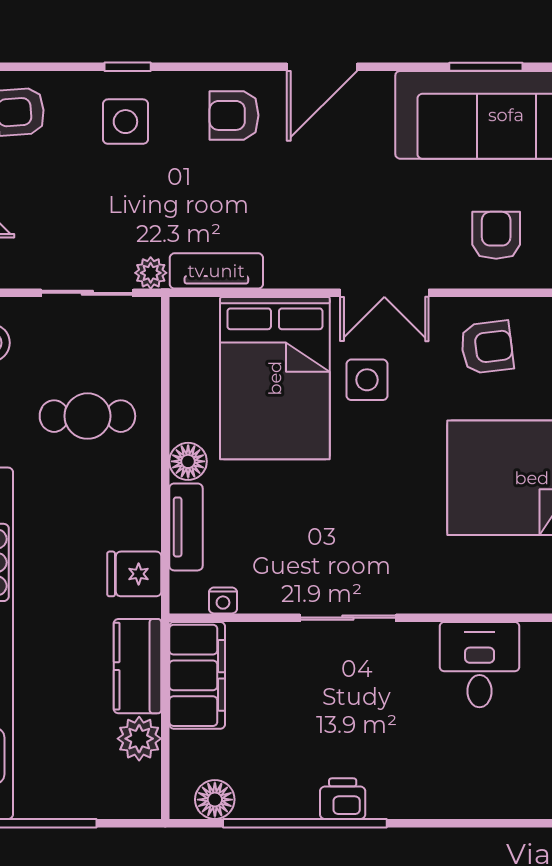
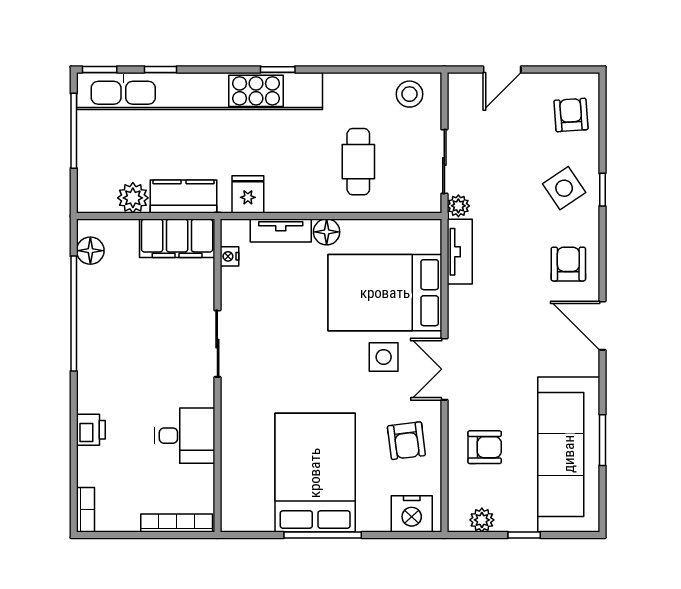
side table: (125, 122) -> (564, 188), turned -34
printer: (343, 799) -> (91, 430), moved

